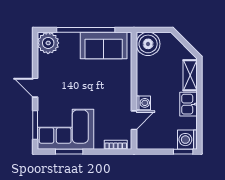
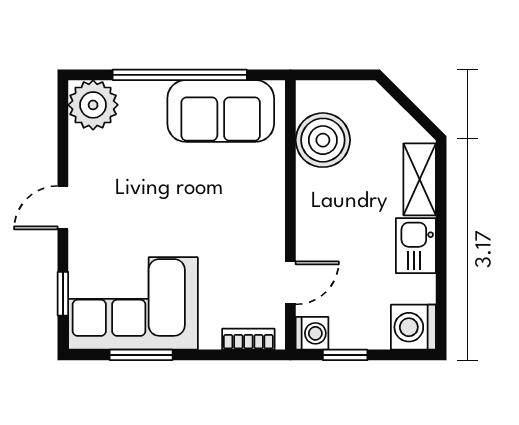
boiler: (148, 44) -> (323, 140), moved
door: (35, 88) -> (63, 208), hinge flipped
washing machine: (143, 103) -> (312, 333), moved
window: (35, 125) -> (63, 294), width x0.67
window: (183, 152) -> (345, 355), moved

